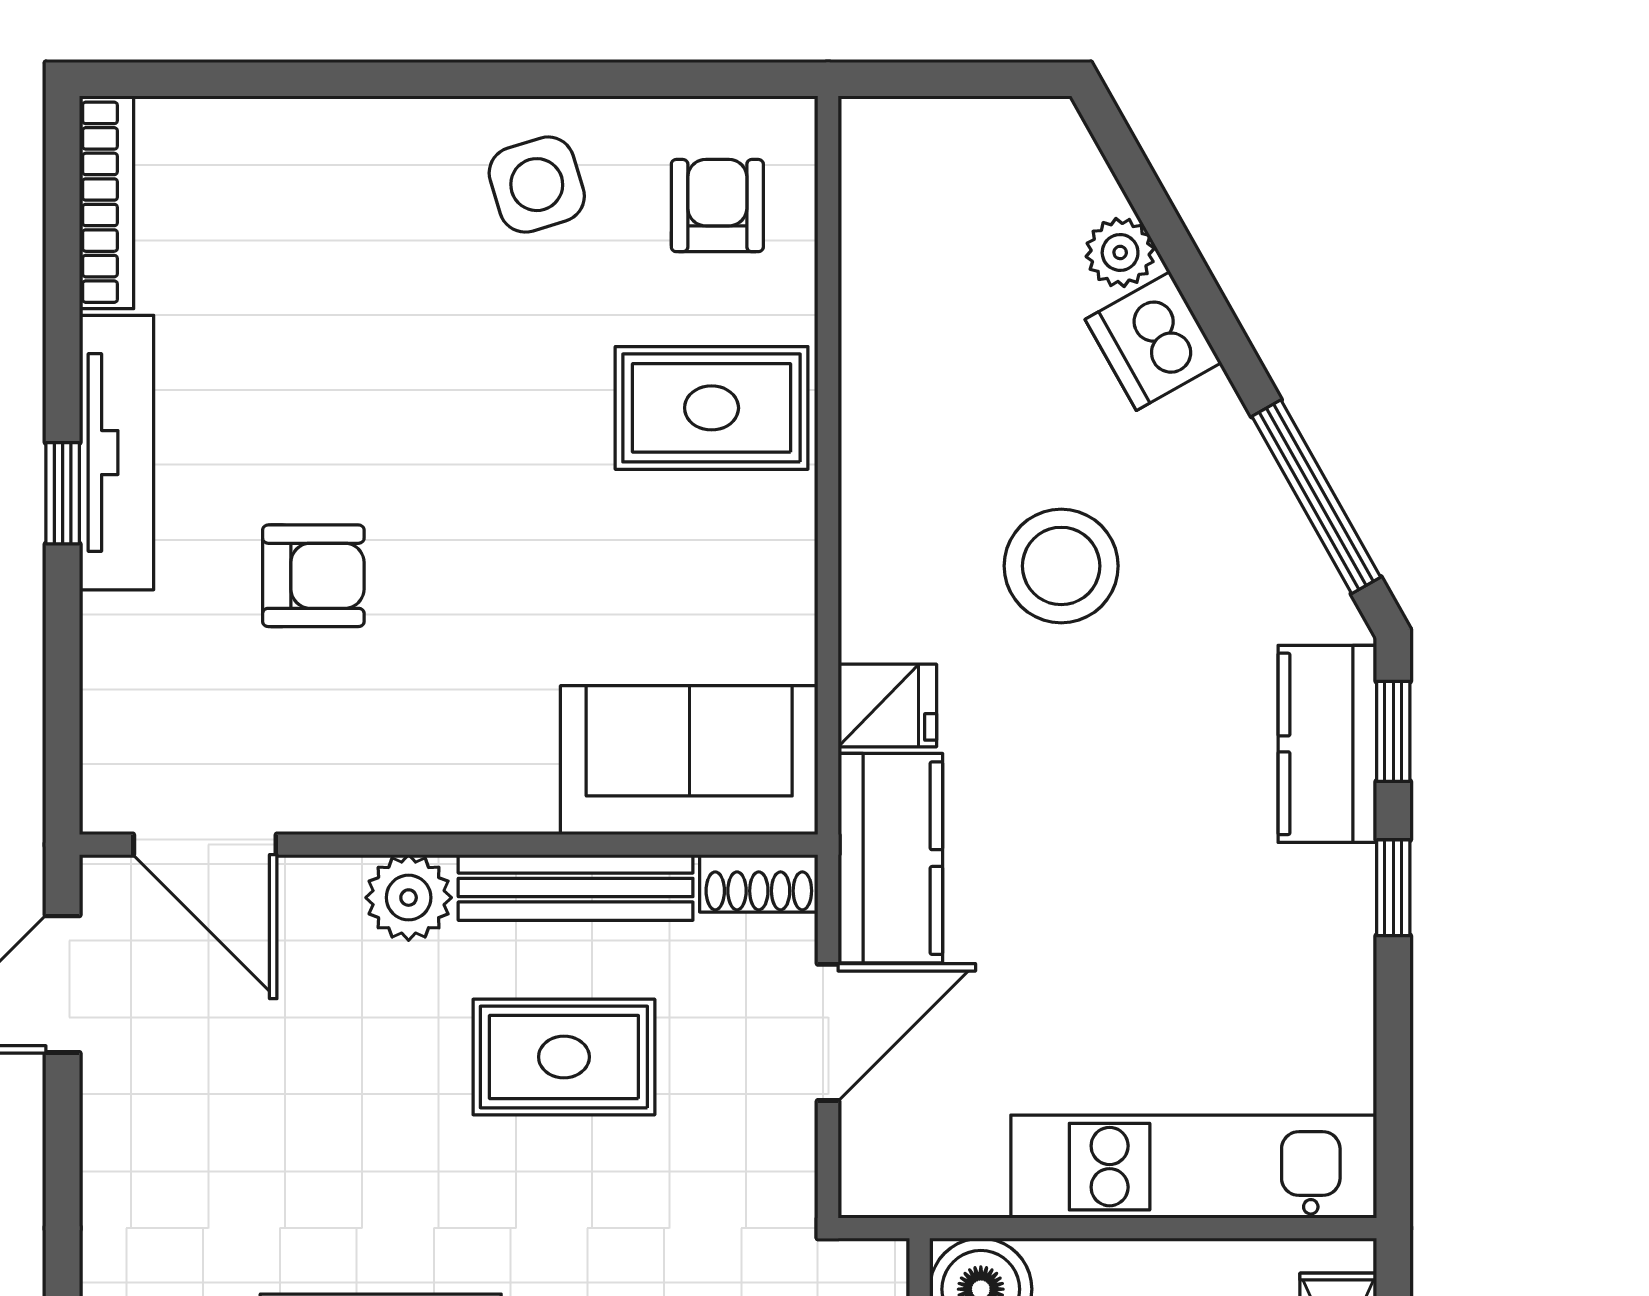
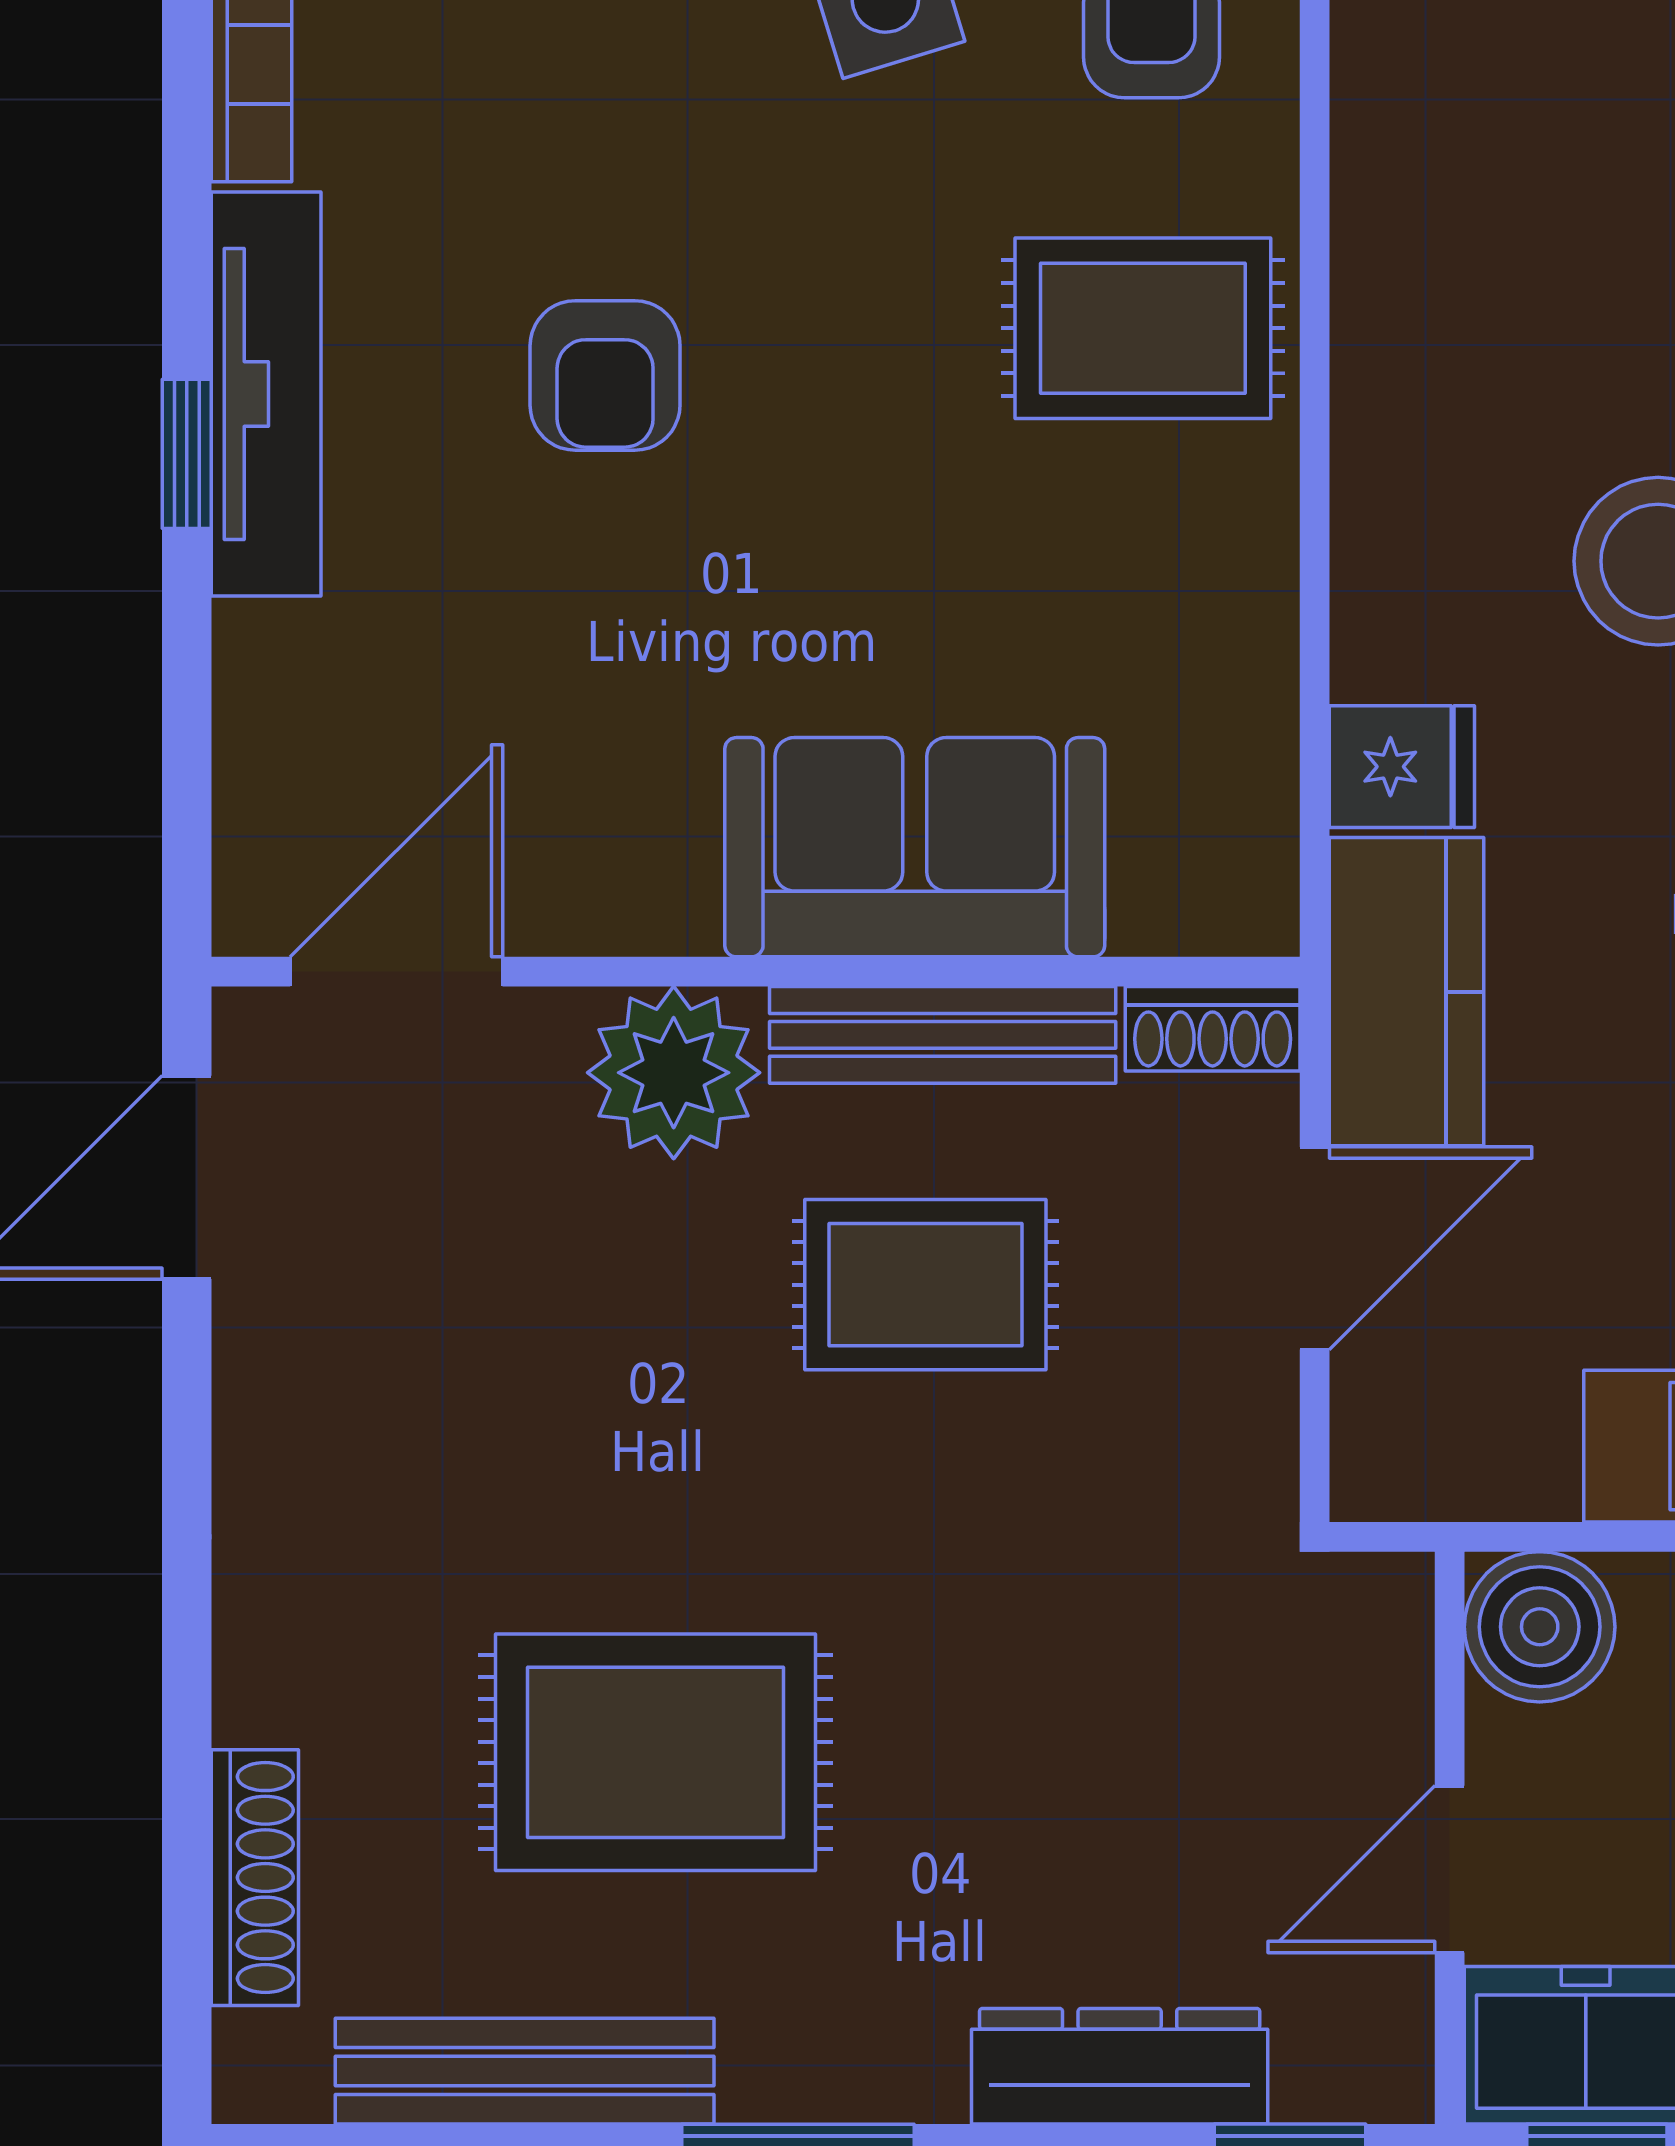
armchair: (313, 576) -> (605, 375), moved, turned 90
sofa: (689, 760) -> (915, 847), moved
door: (205, 845) -> (396, 972), swing flipped
plant: (409, 898) -> (674, 1073), width x1.36, depth x1.36

